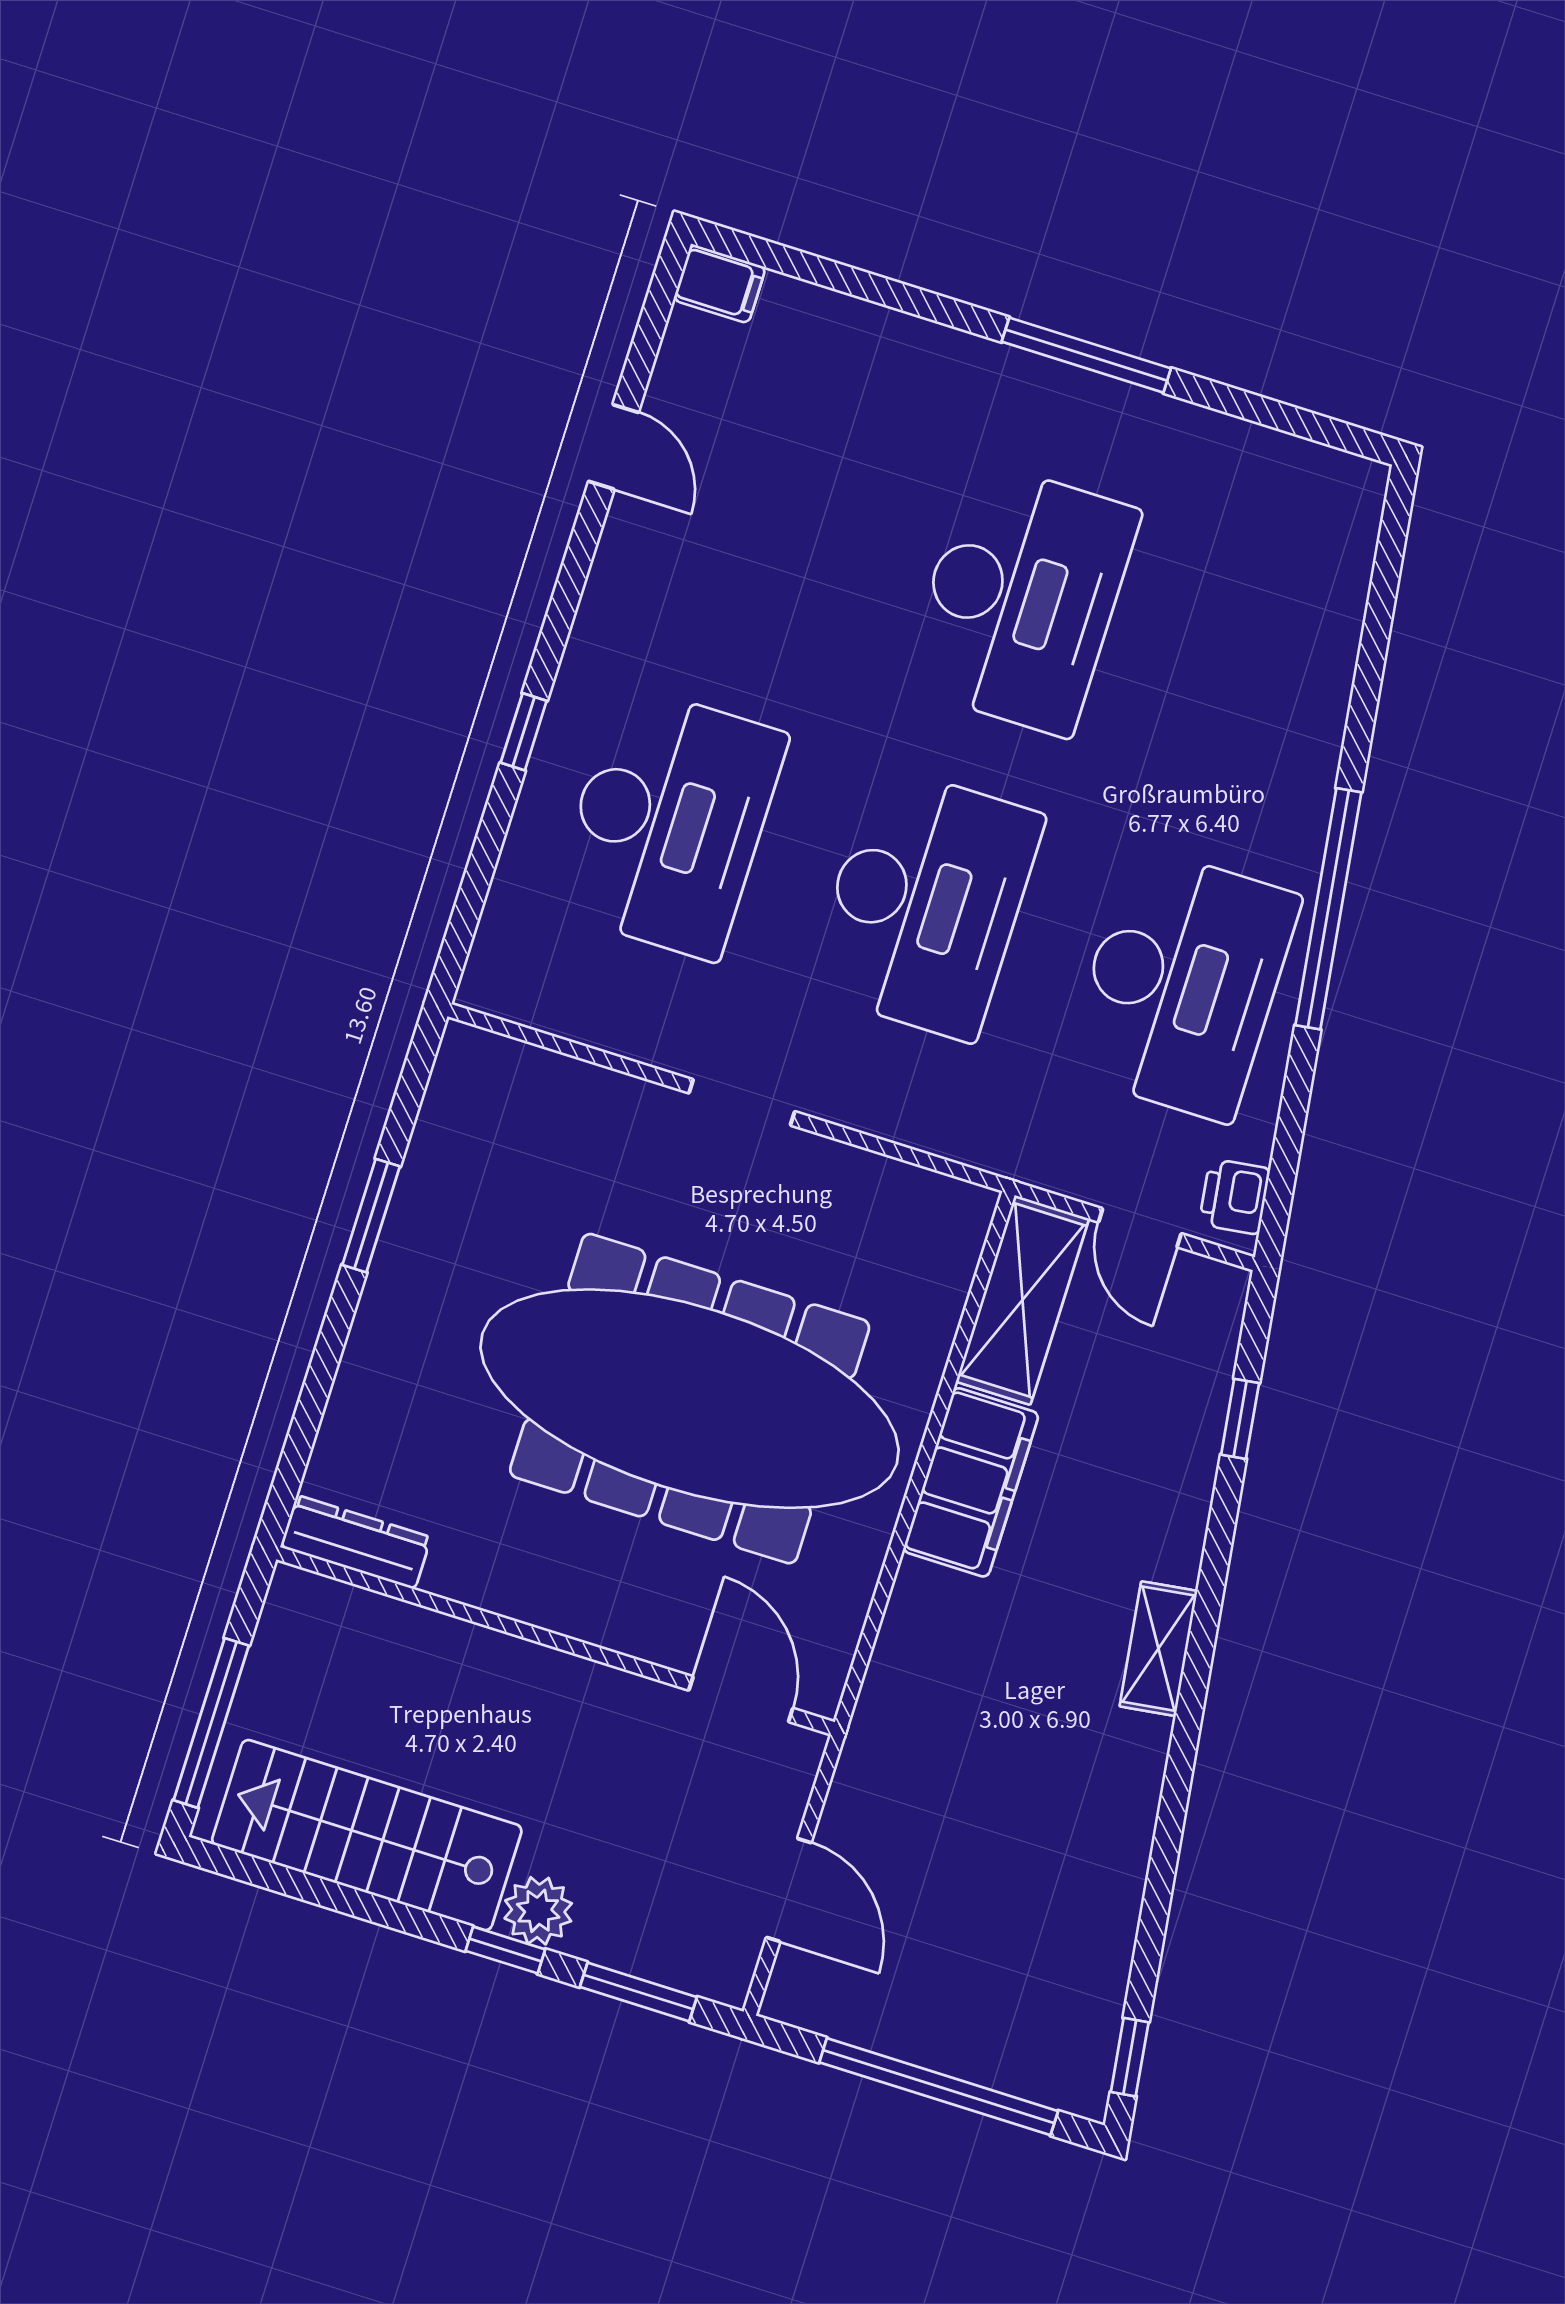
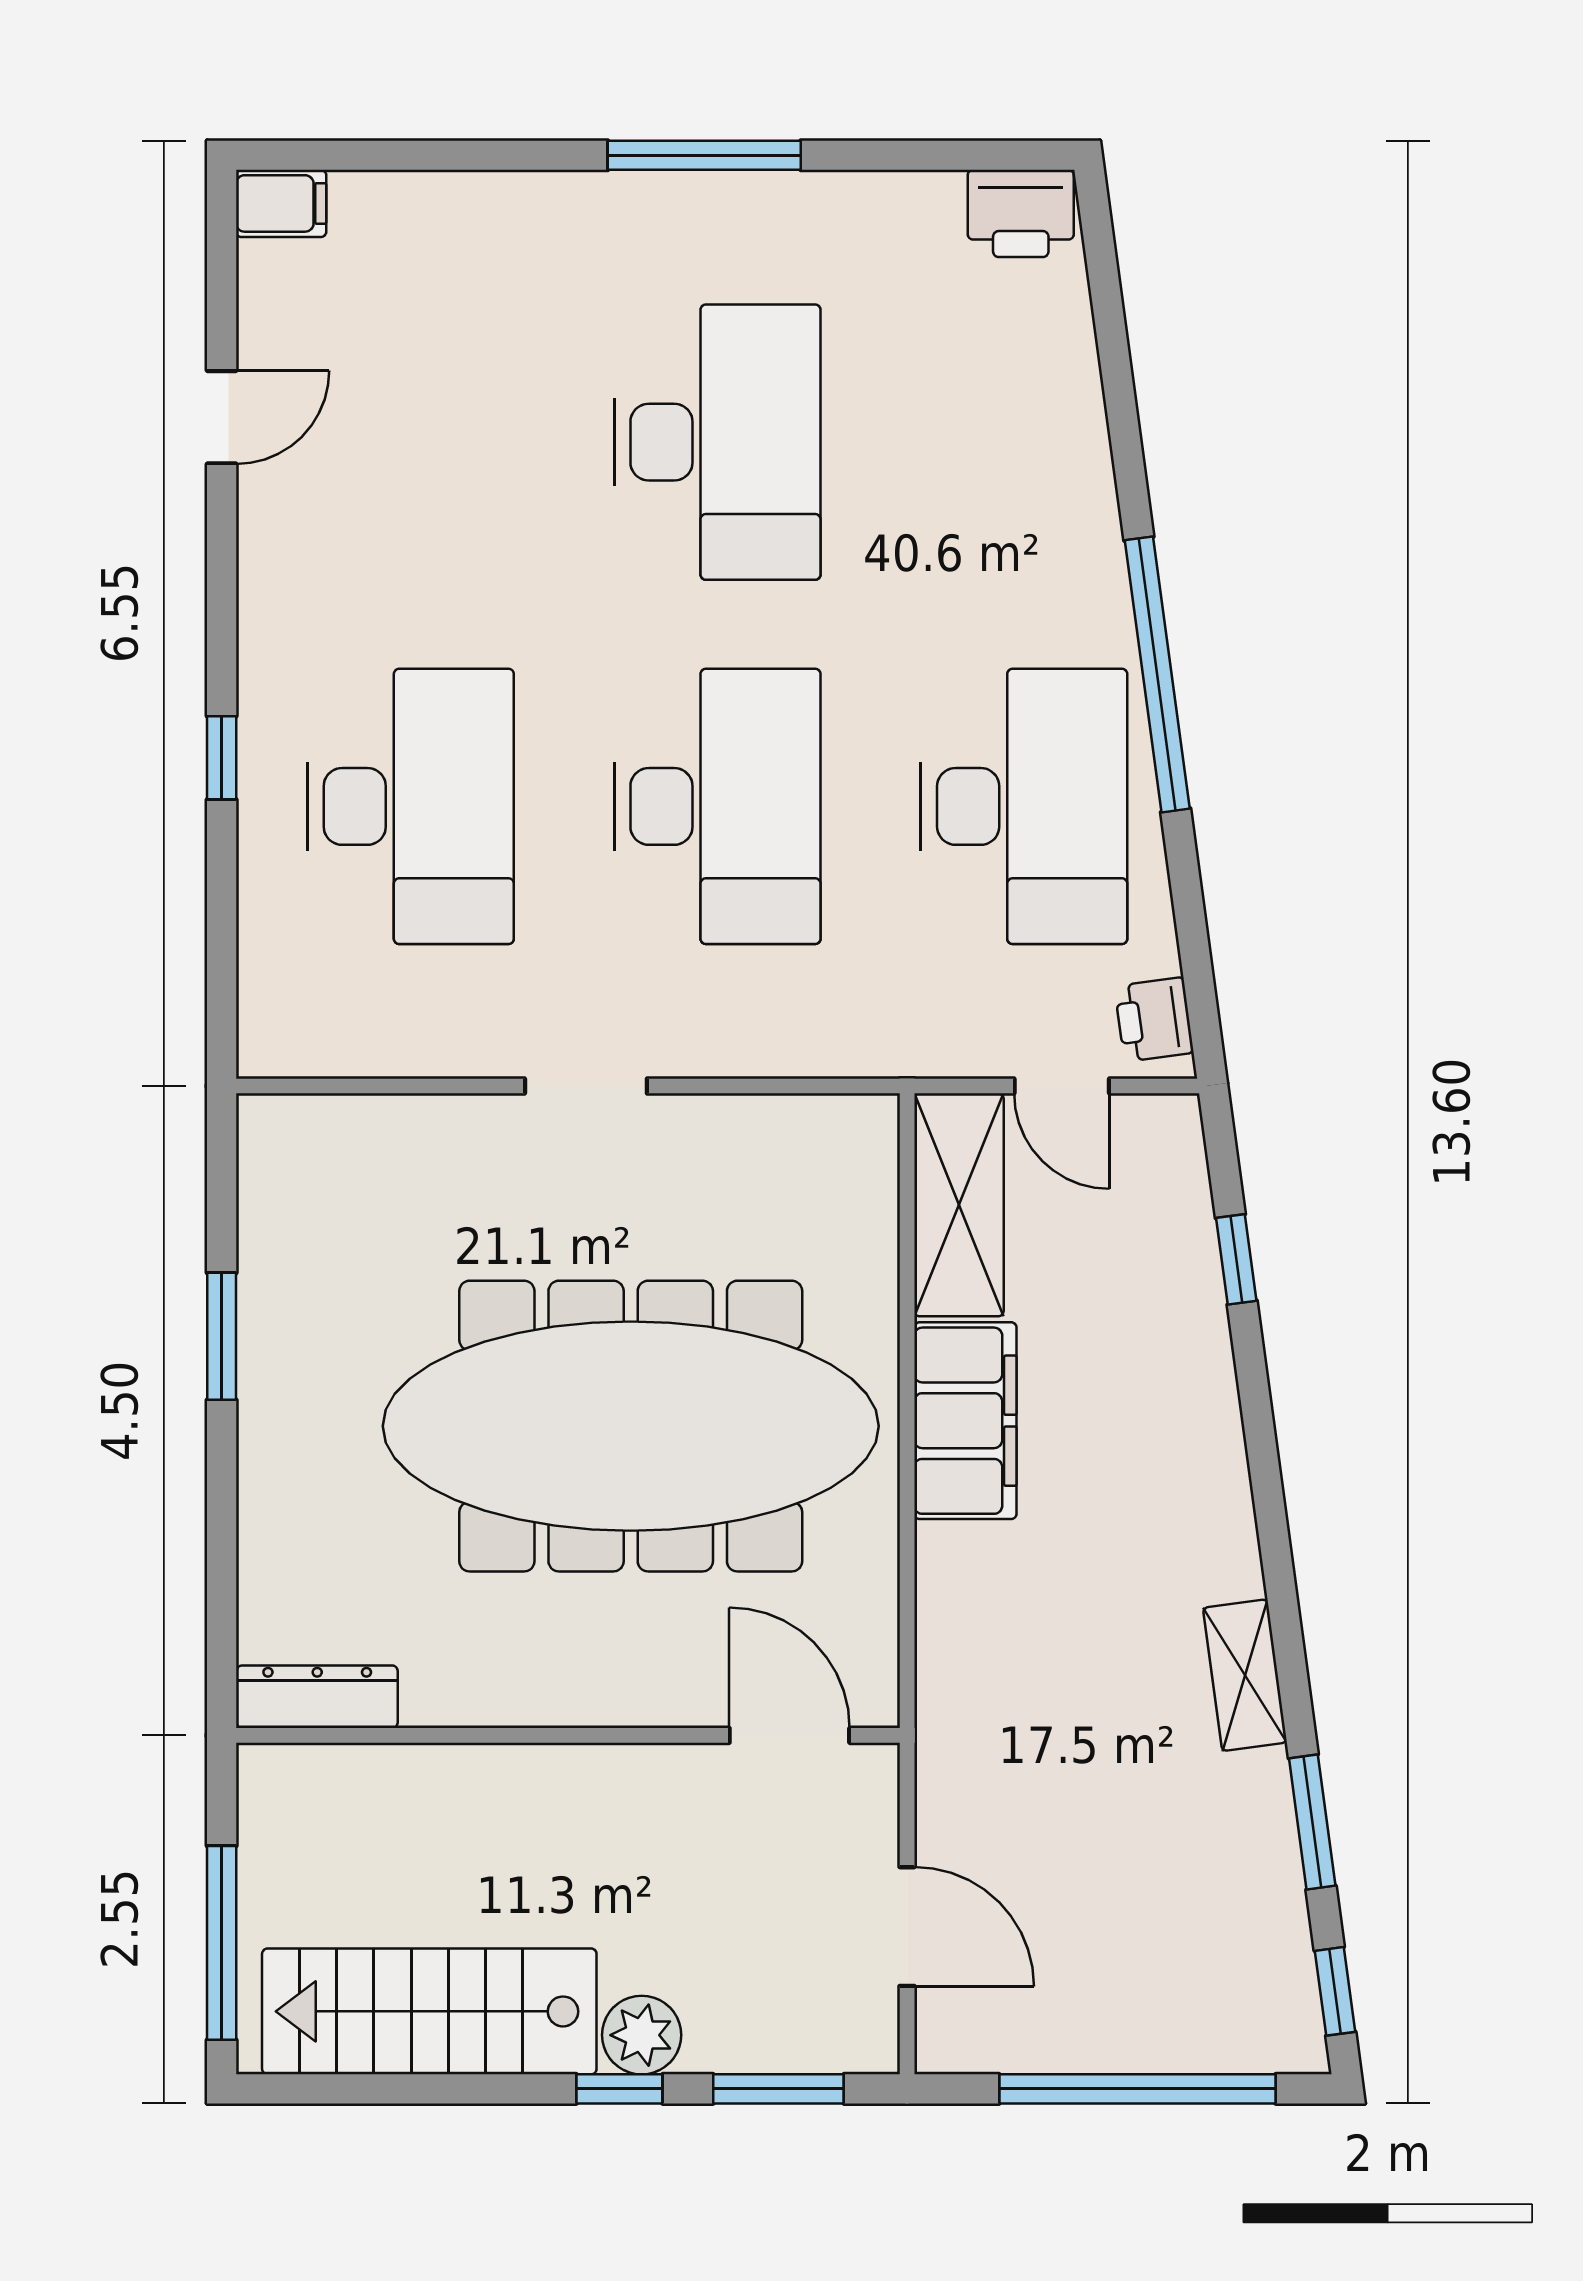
door: (613, 447) -> (222, 417), hinge flipped
printer: (1336, 487) -> (1021, 213), added
shelving: (1158, 1649) -> (1245, 1675), moved
window: (1155, 1909) -> (1312, 1822), added

